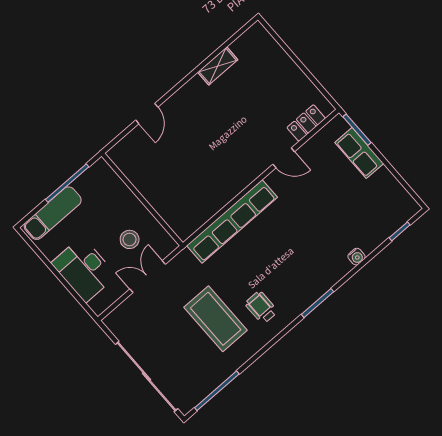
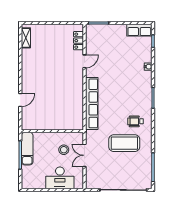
shelving: (218, 66) -> (26, 38), moved
door: (147, 114) -> (20, 100), hinge flipped
row of seats: (359, 153) -> (139, 30), moved
exam couch: (53, 213) -> (27, 149), moved

